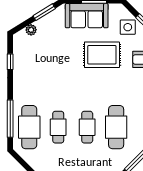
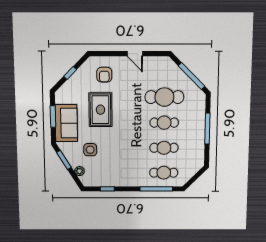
side table: (128, 27) -> (90, 150), moved
cafe table: (29, 127) -> (164, 173), width x0.73, depth x0.74

